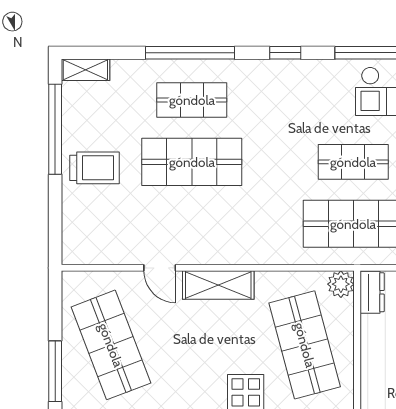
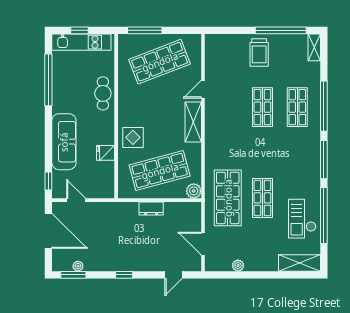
window: (285, 53) -> (324, 160), width x2.17
shop shelf: (192, 162) -> (262, 107), width x0.70, depth x0.74
dresser: (372, 292) -> (151, 209), moved

